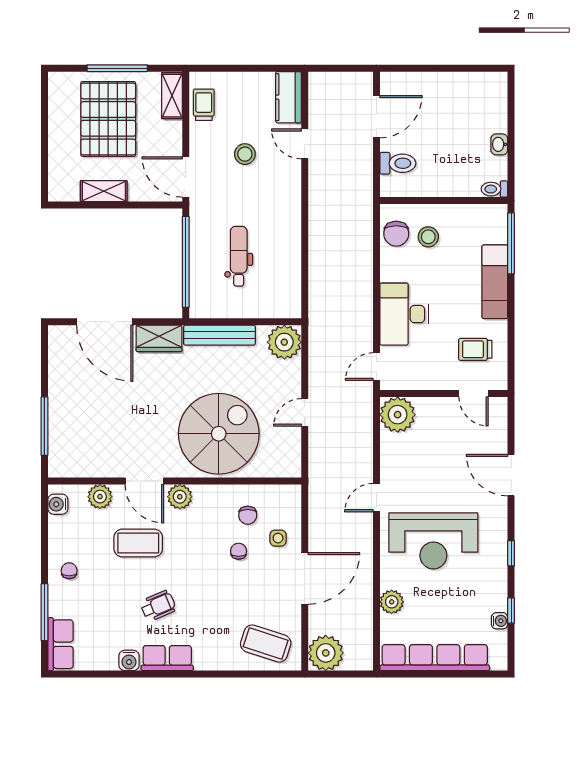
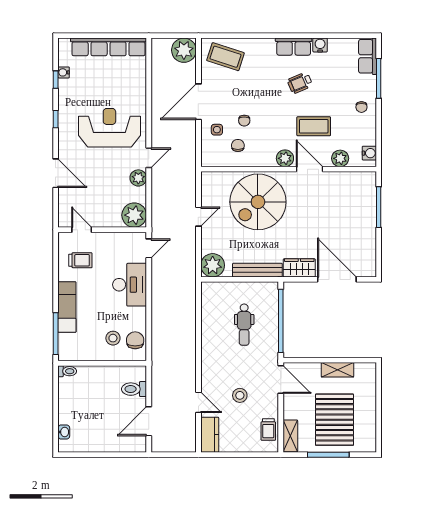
washbasin: (499, 144) -> (64, 432), moved
plant: (392, 602) -> (138, 178), moved

